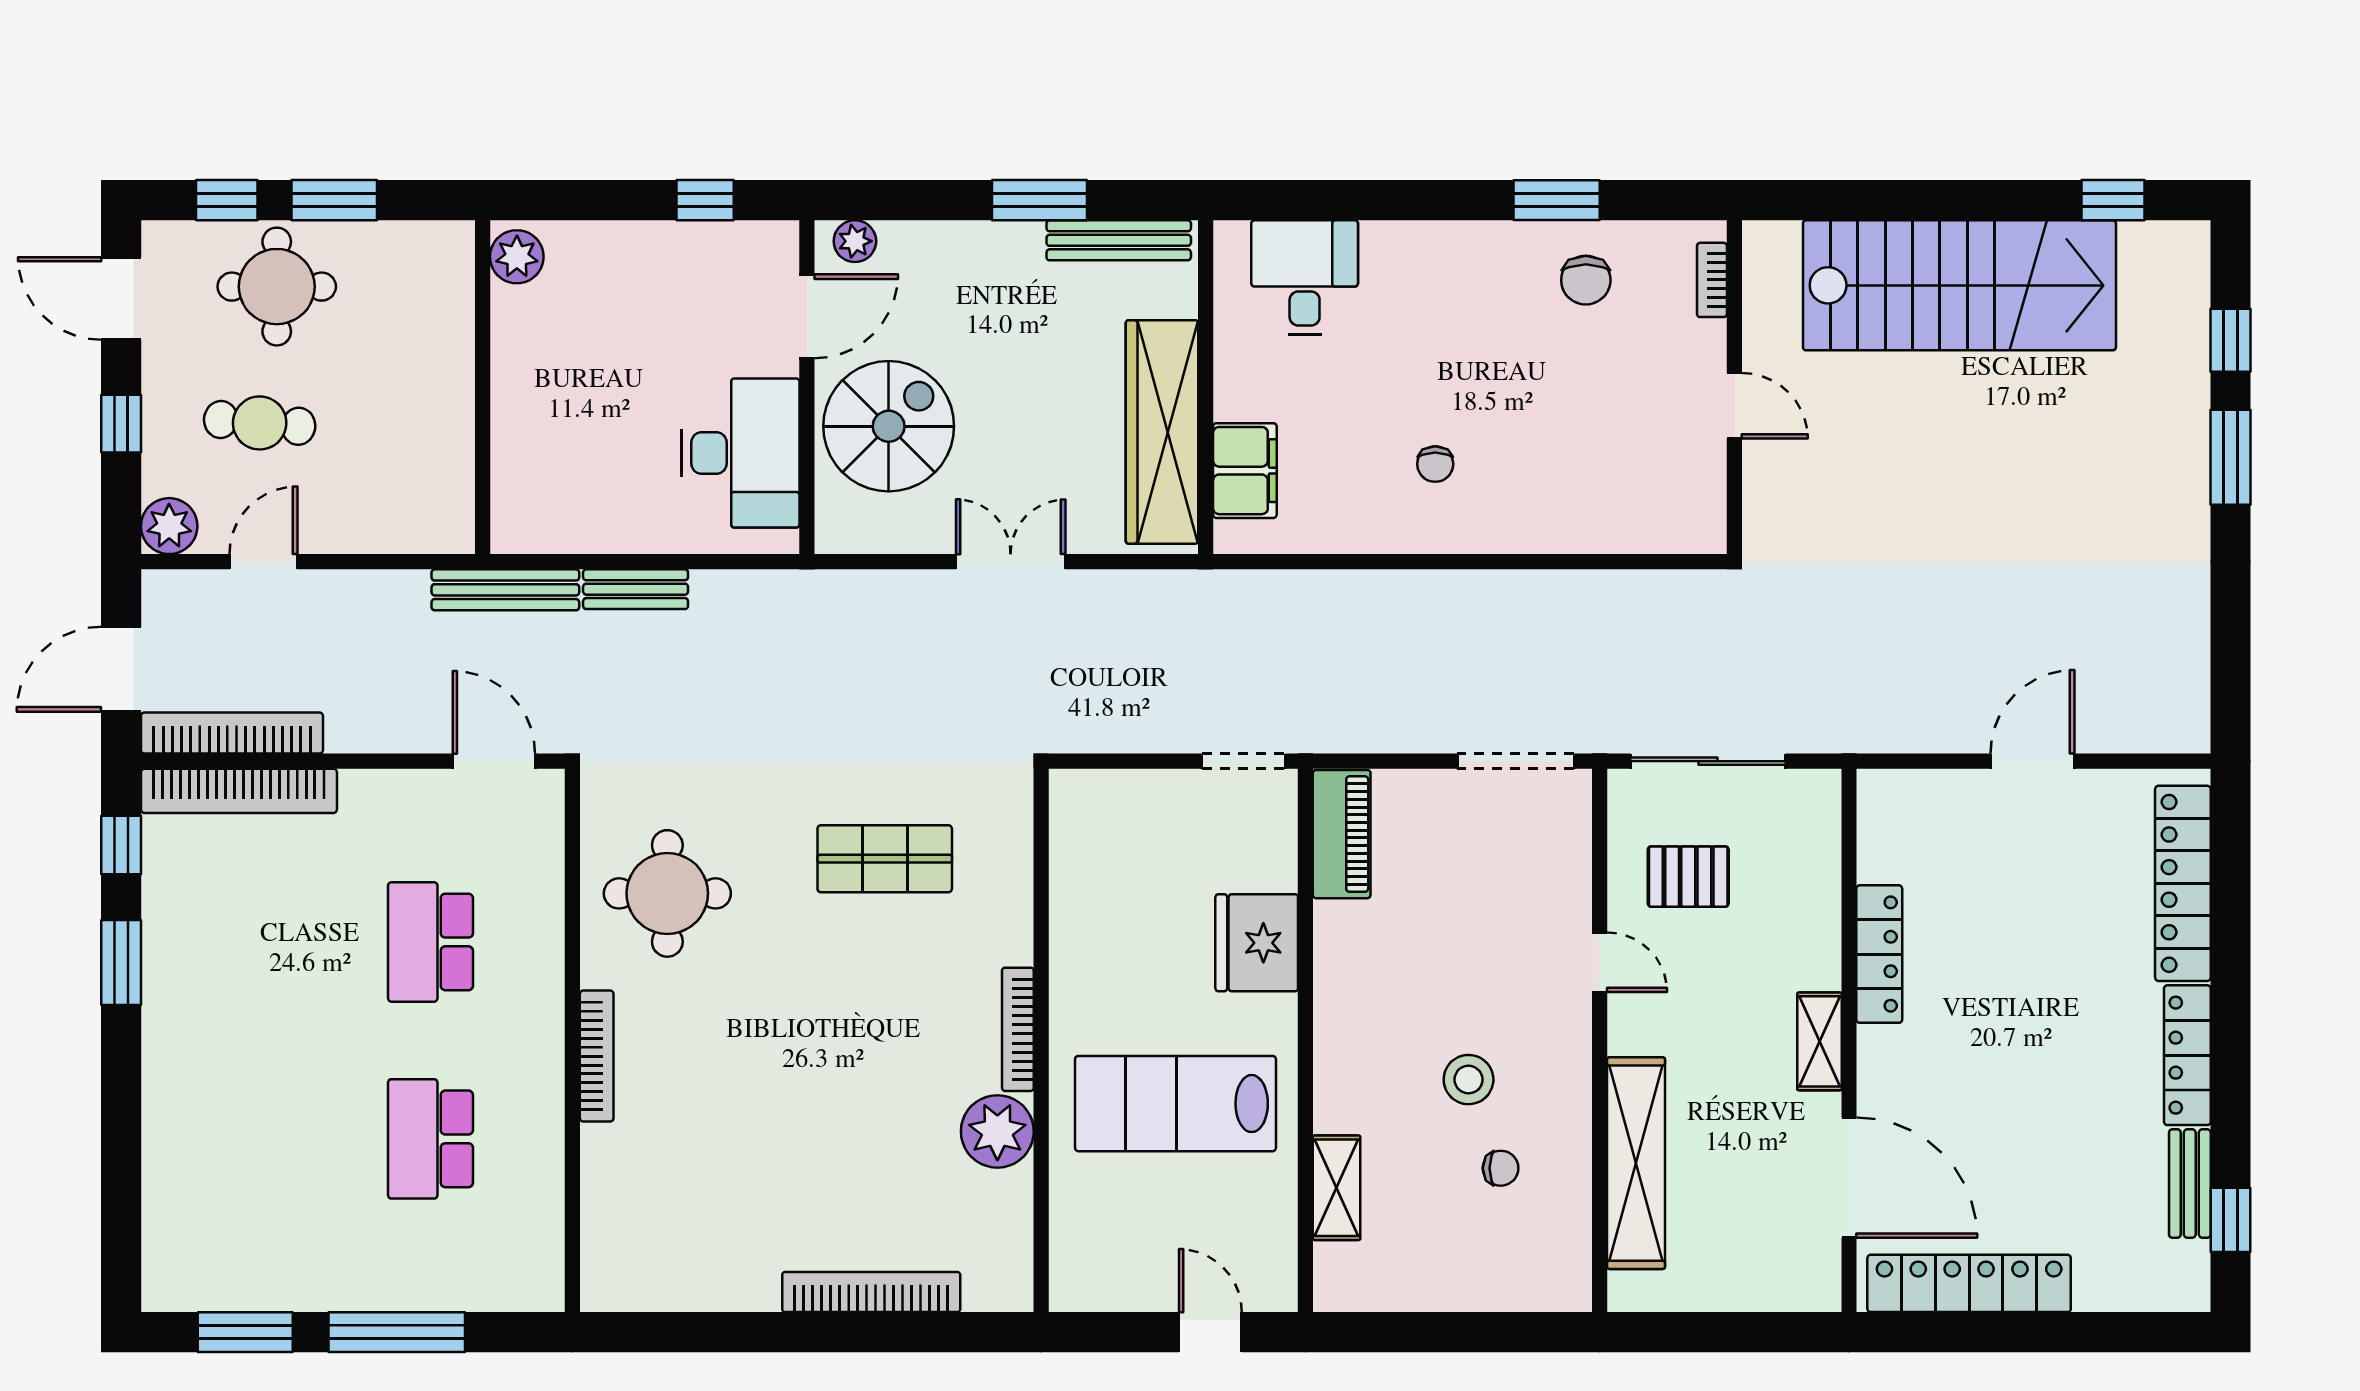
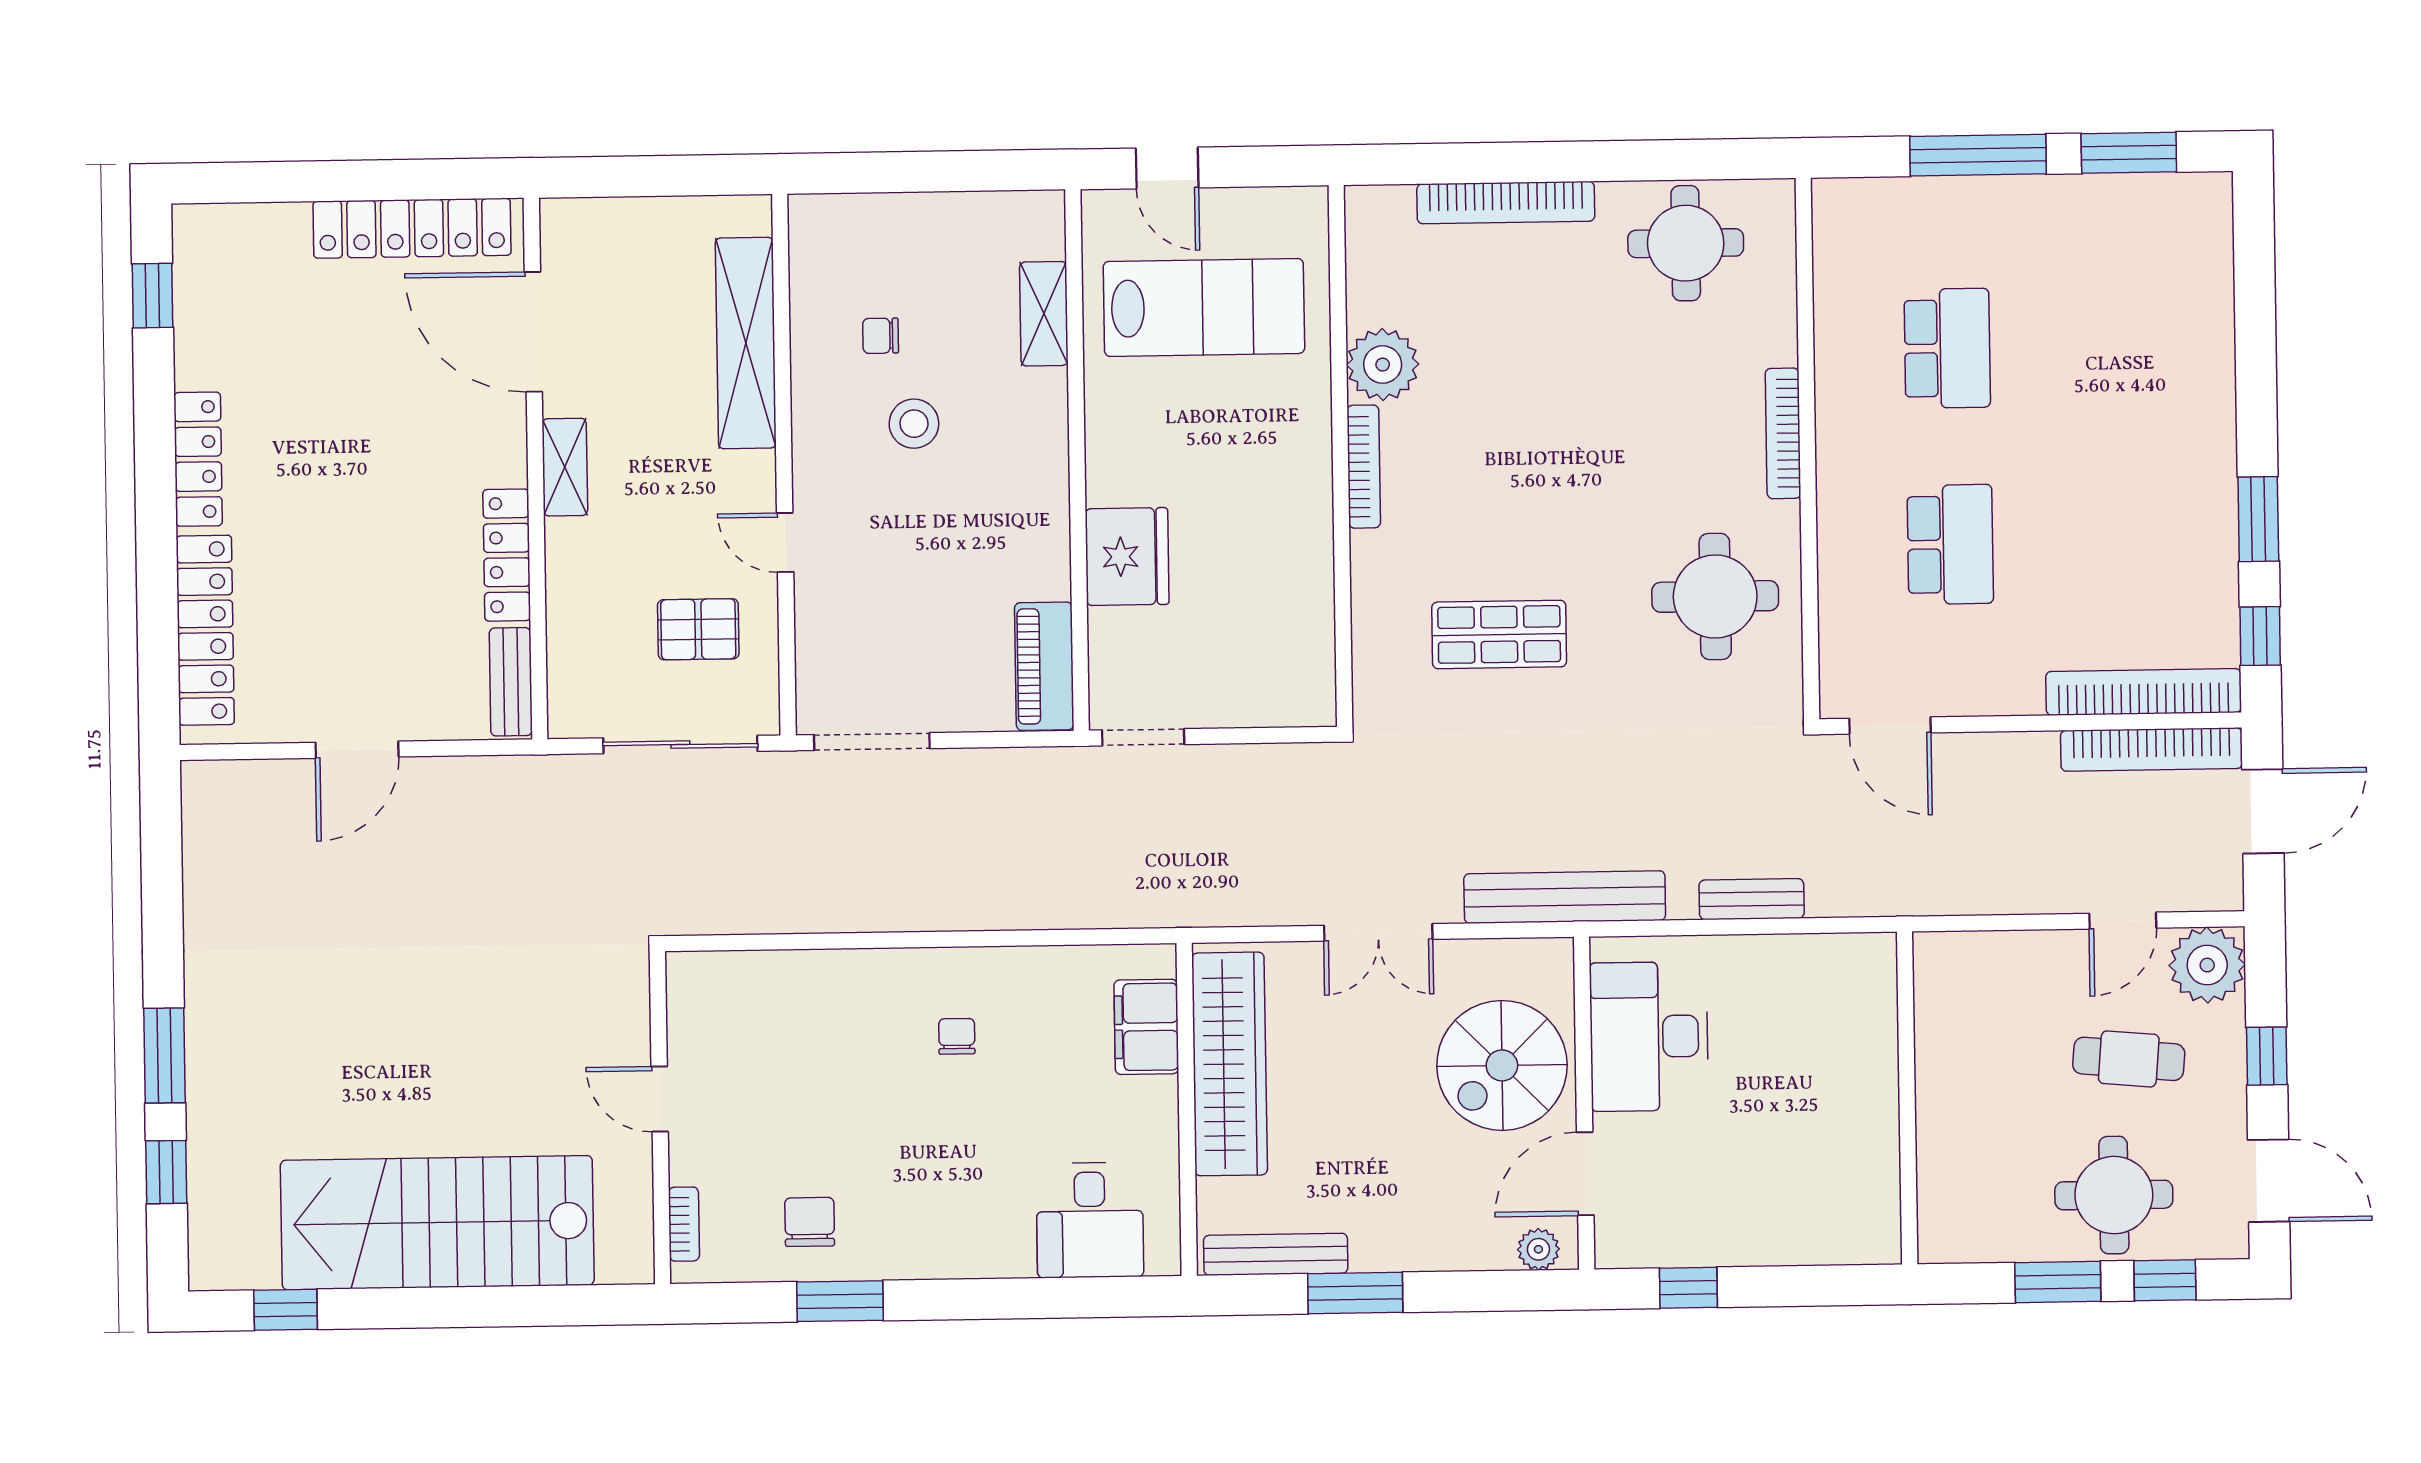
plant: (517, 257) -> (1875, 1228), removed
plant: (169, 526) -> (2207, 965), width x1.36, depth x1.36
bench: (505, 590) -> (1565, 897), moved, width x1.37, depth x1.21
lab bench: (1175, 1104) -> (1204, 307), moved
bench: (2190, 1184) -> (511, 682), moved
round table: (691, 1248) -> (1686, 243), added

